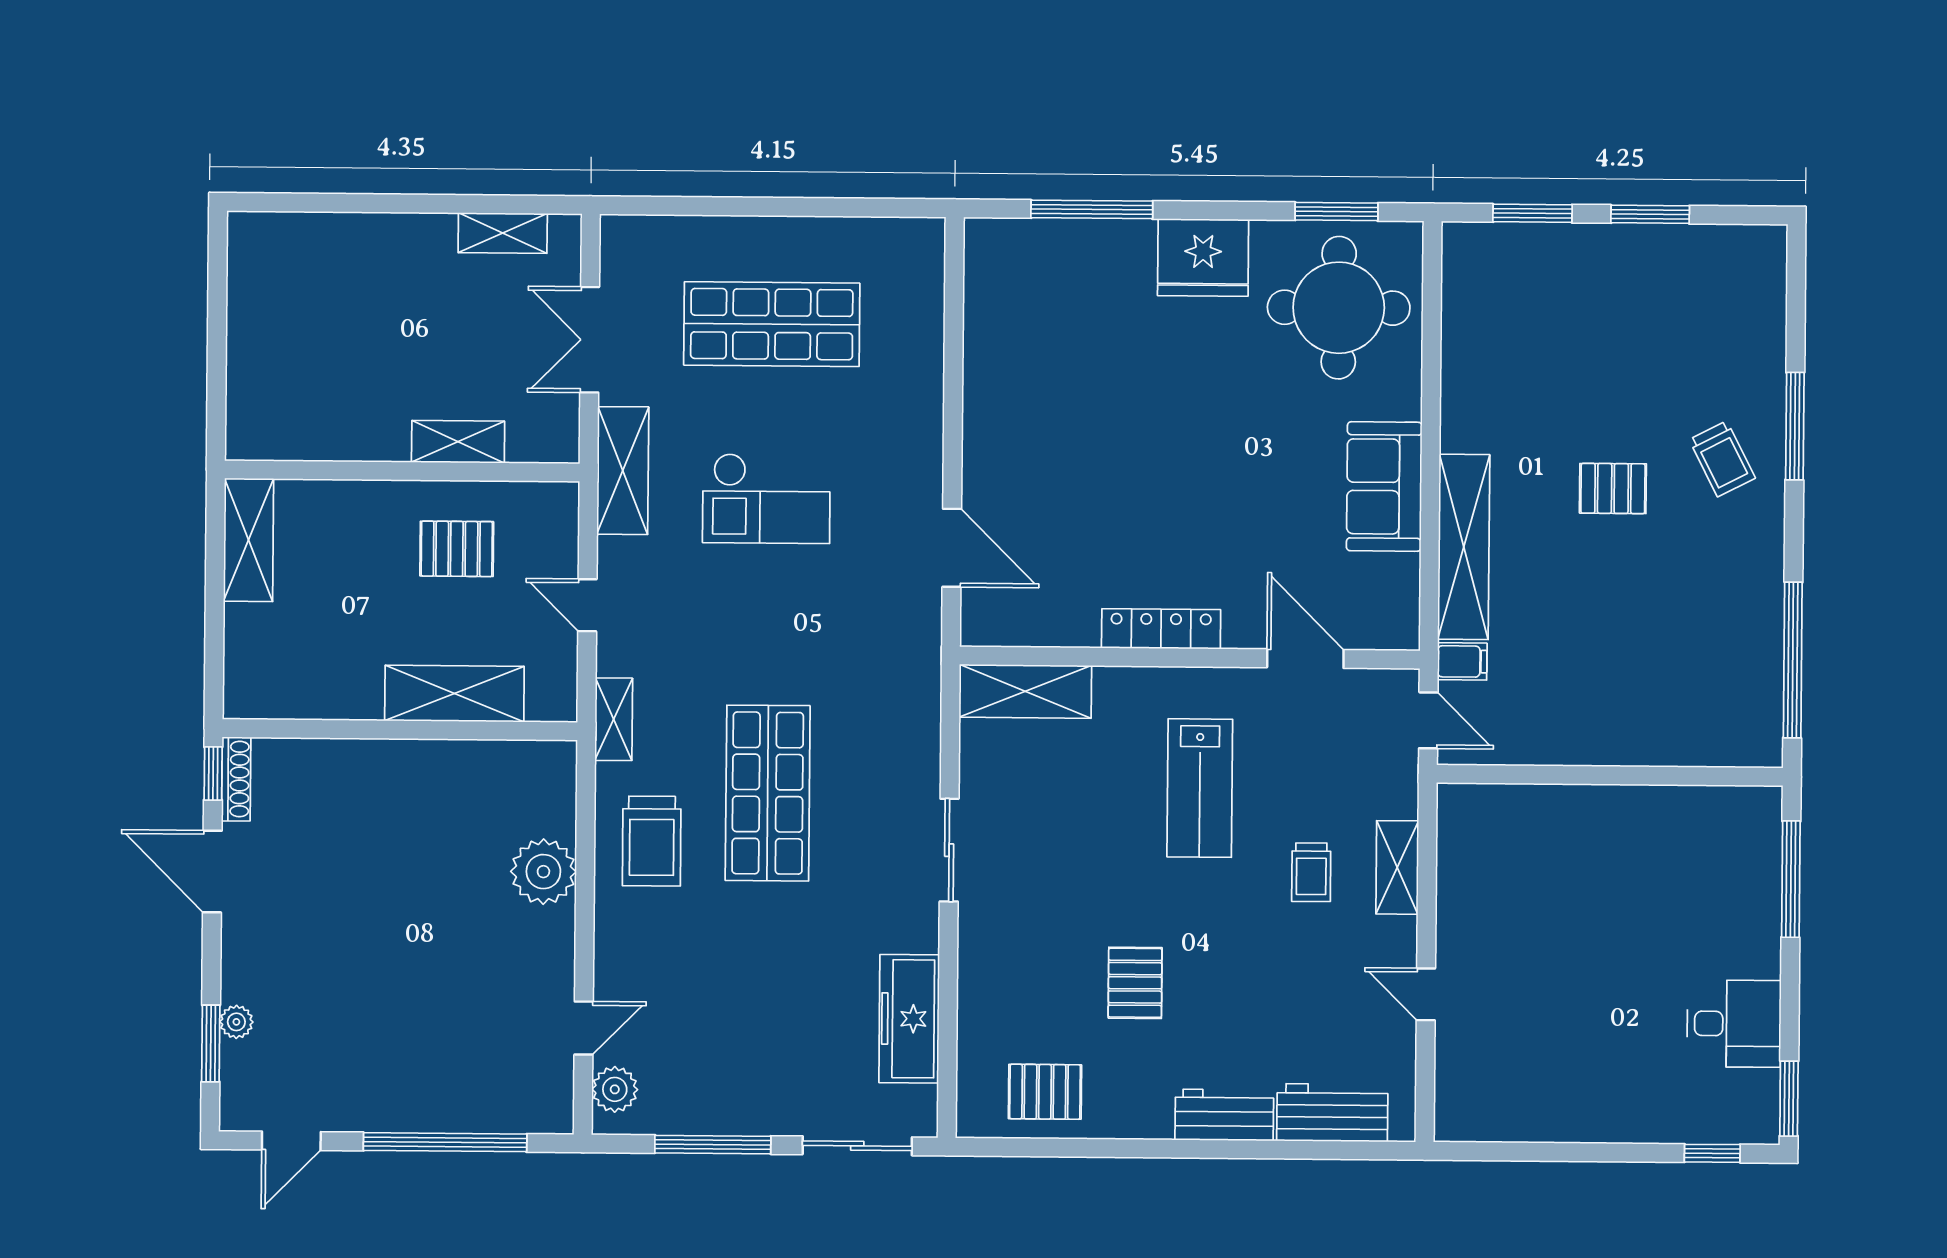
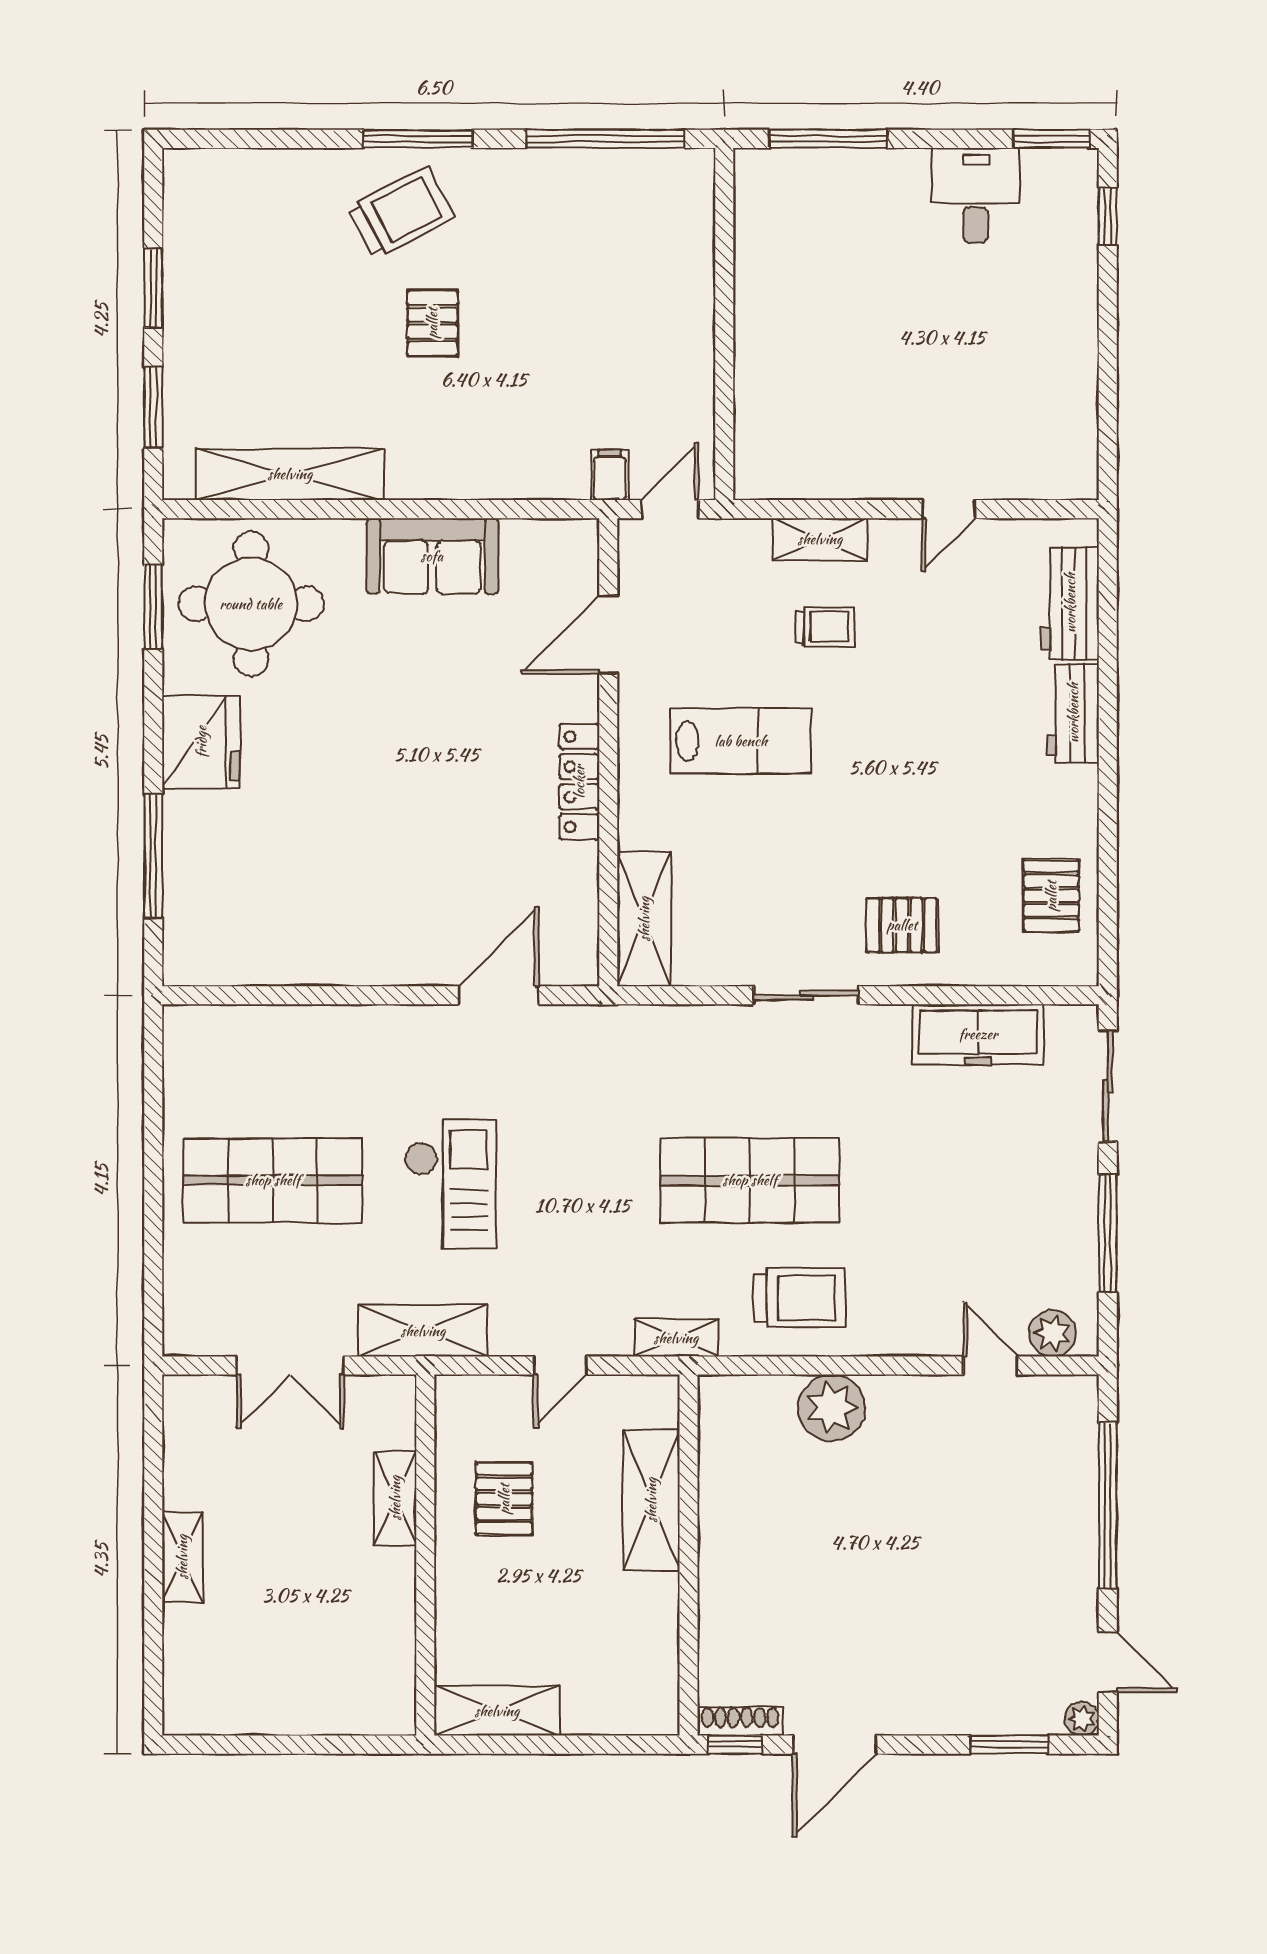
shelving: (503, 233) -> (182, 1557), moved
shop shelf: (772, 324) -> (273, 1180), turned 90
window: (1795, 426) -> (418, 139), moved
trolley: (1722, 459) -> (401, 212), width x1.36, depth x1.39
shelving: (1464, 547) -> (290, 474), moved
pallet: (1135, 983) -> (902, 925), moved
plant: (236, 1022) -> (1082, 1719), moved

